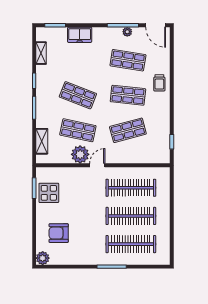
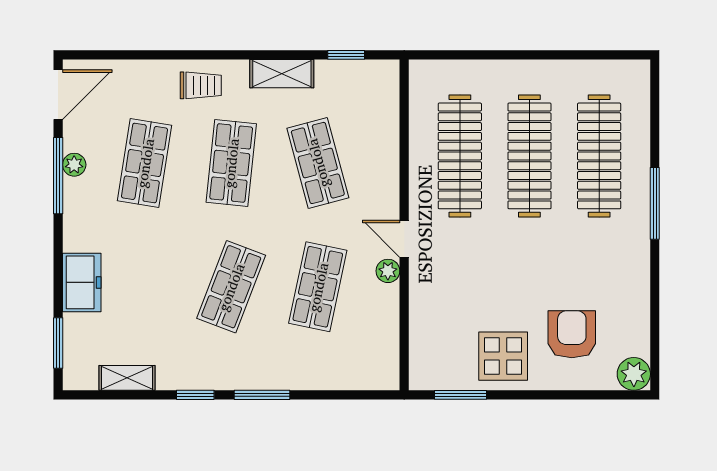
shelving: (42, 141) -> (282, 74), moved
plant: (80, 154) -> (388, 271), width x0.53, depth x0.53
display table: (49, 193) -> (503, 356), moved
armchair: (59, 233) -> (572, 334), turned 180

